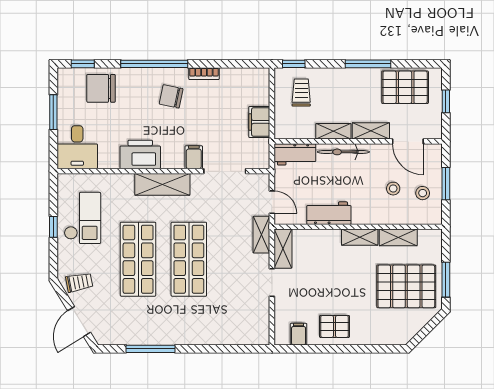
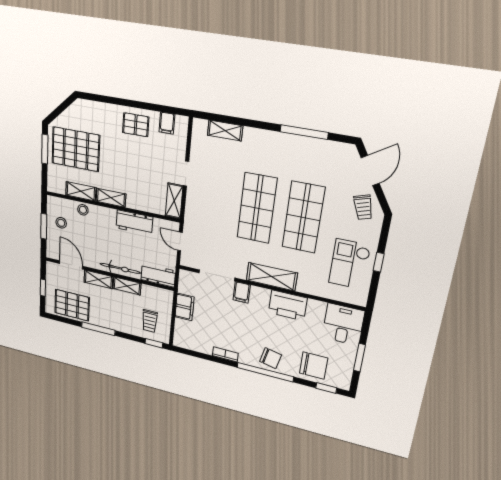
chair: (171, 96) -> (271, 358), moved
stool: (393, 189) -> (83, 210), moved
shelving: (261, 235) -> (225, 131), moved, turned 90
trolley: (79, 282) -> (363, 207), turned -96

